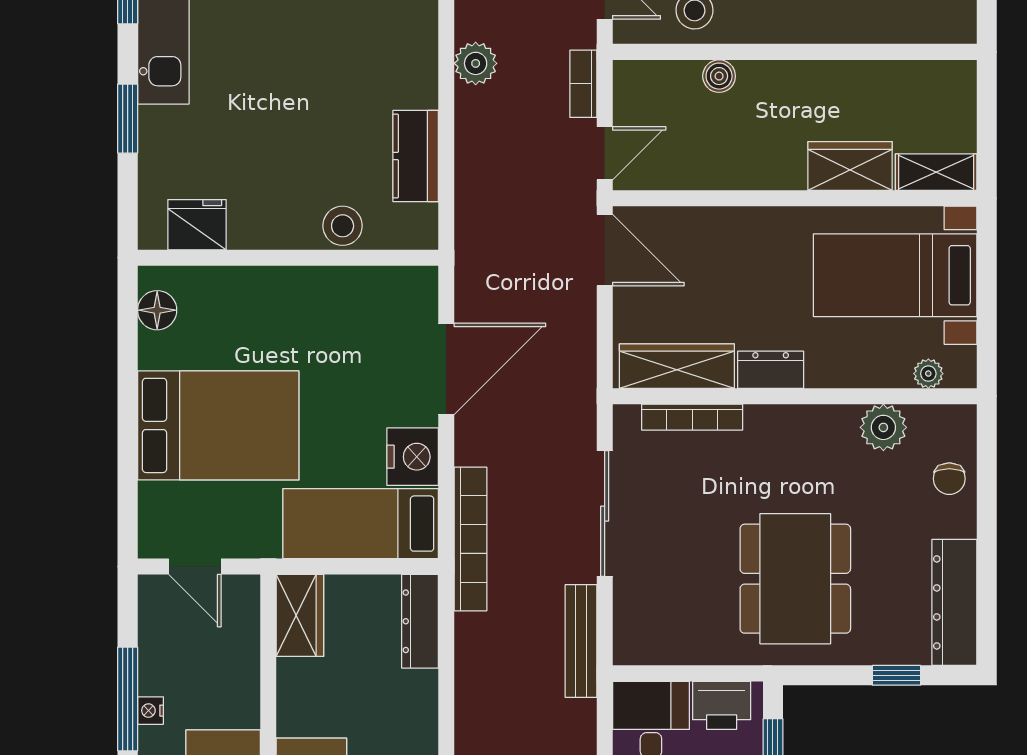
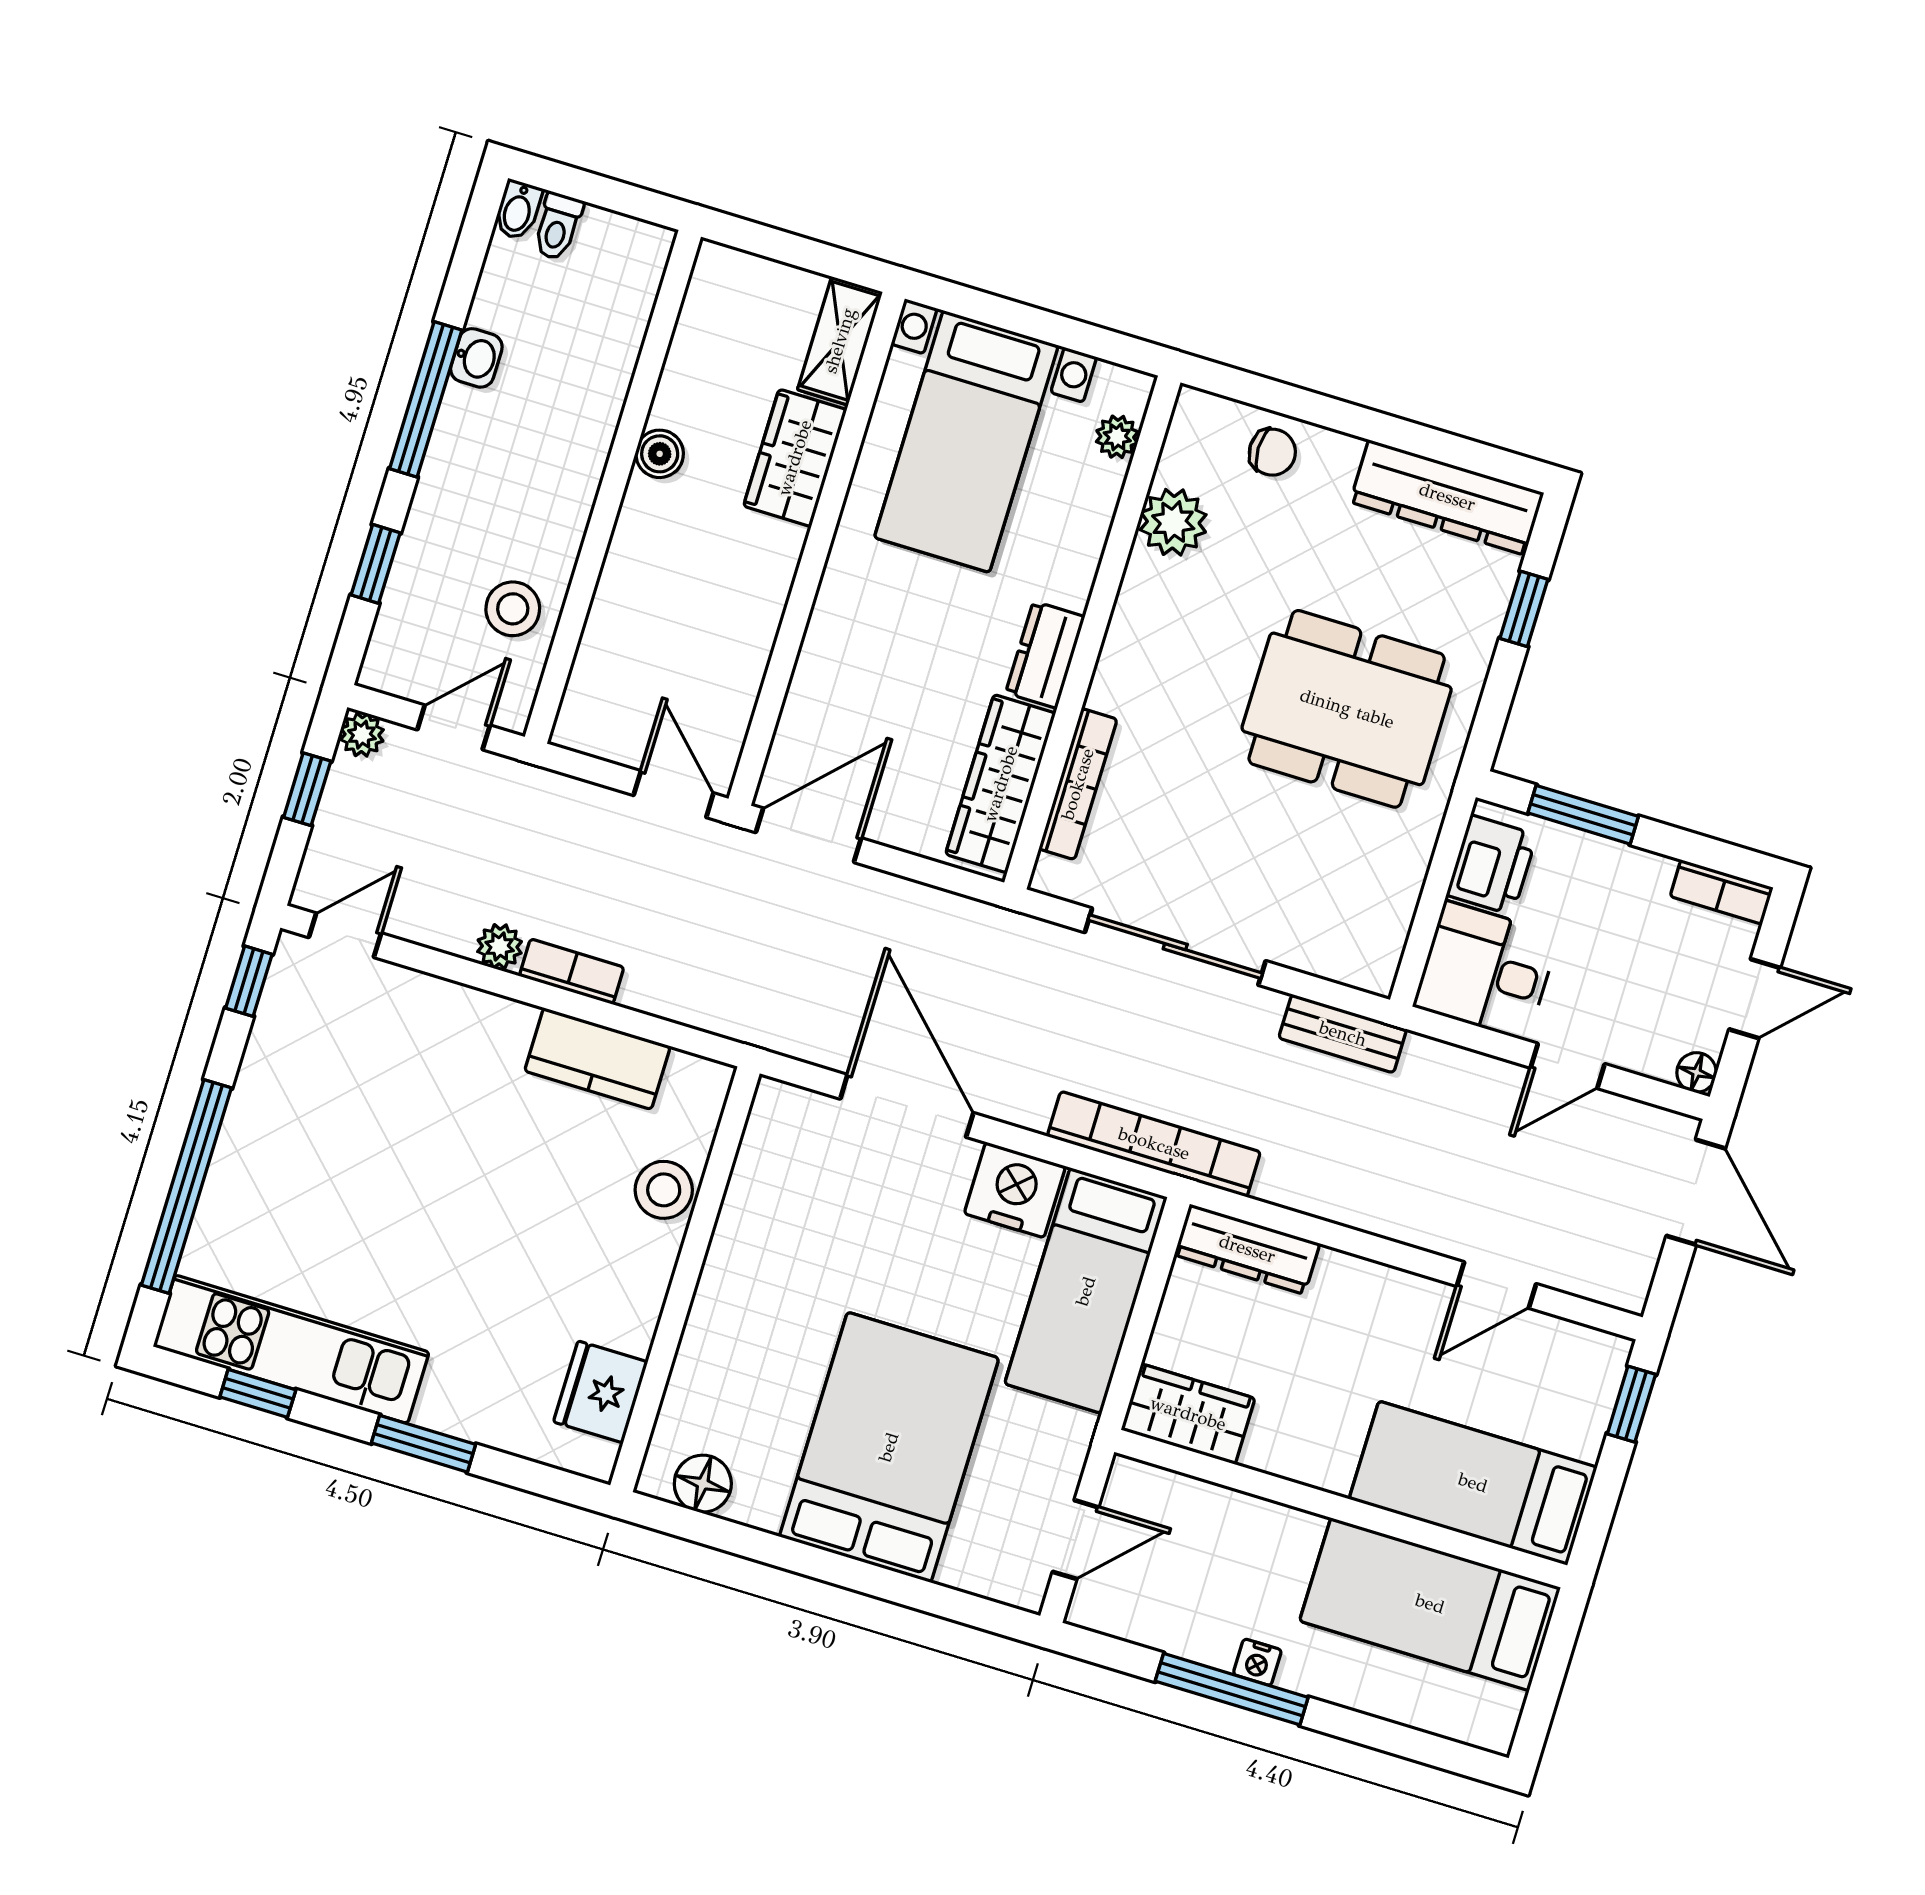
plant: (476, 63) -> (500, 947), width x0.73, depth x0.73
boiler: (719, 76) -> (660, 454), moved
bookcase: (583, 84) -> (572, 972), moved, turned 180
bench: (581, 641) -> (1343, 1034), width x0.73

